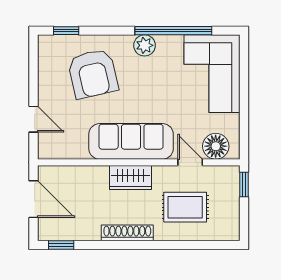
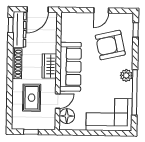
door: (34, 119) -> (101, 10), moved
window: (244, 184) -> (31, 132), moved
dresser: (69, 230) -> (19, 30), added

